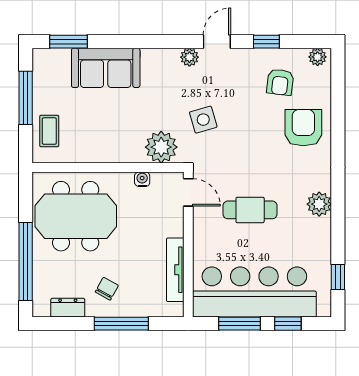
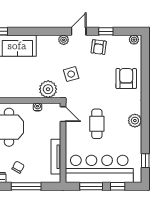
armchair: (280, 82) -> (99, 47), moved
cafe table: (250, 210) -> (97, 124), turned 90

